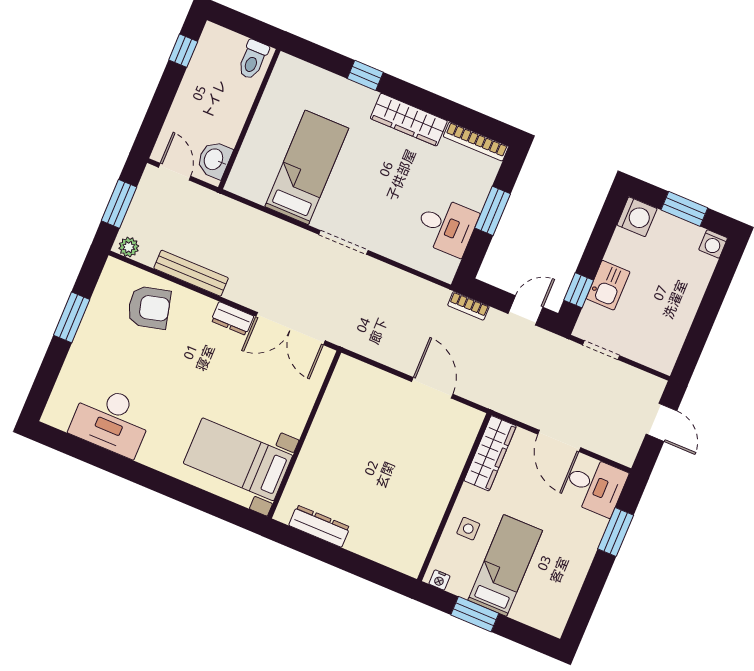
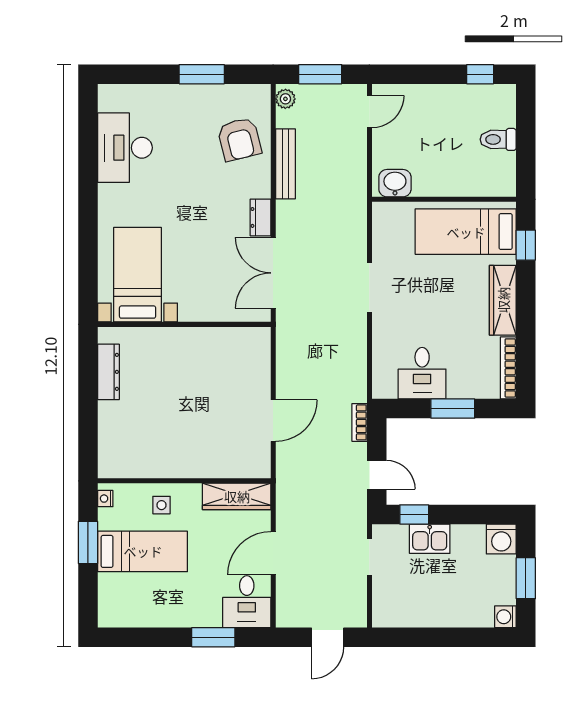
wall: (249, 119) -> (444, 199), moved
washbasin: (214, 160) -> (395, 183), moved
bed: (307, 167) -> (466, 232), moved, turned 180

